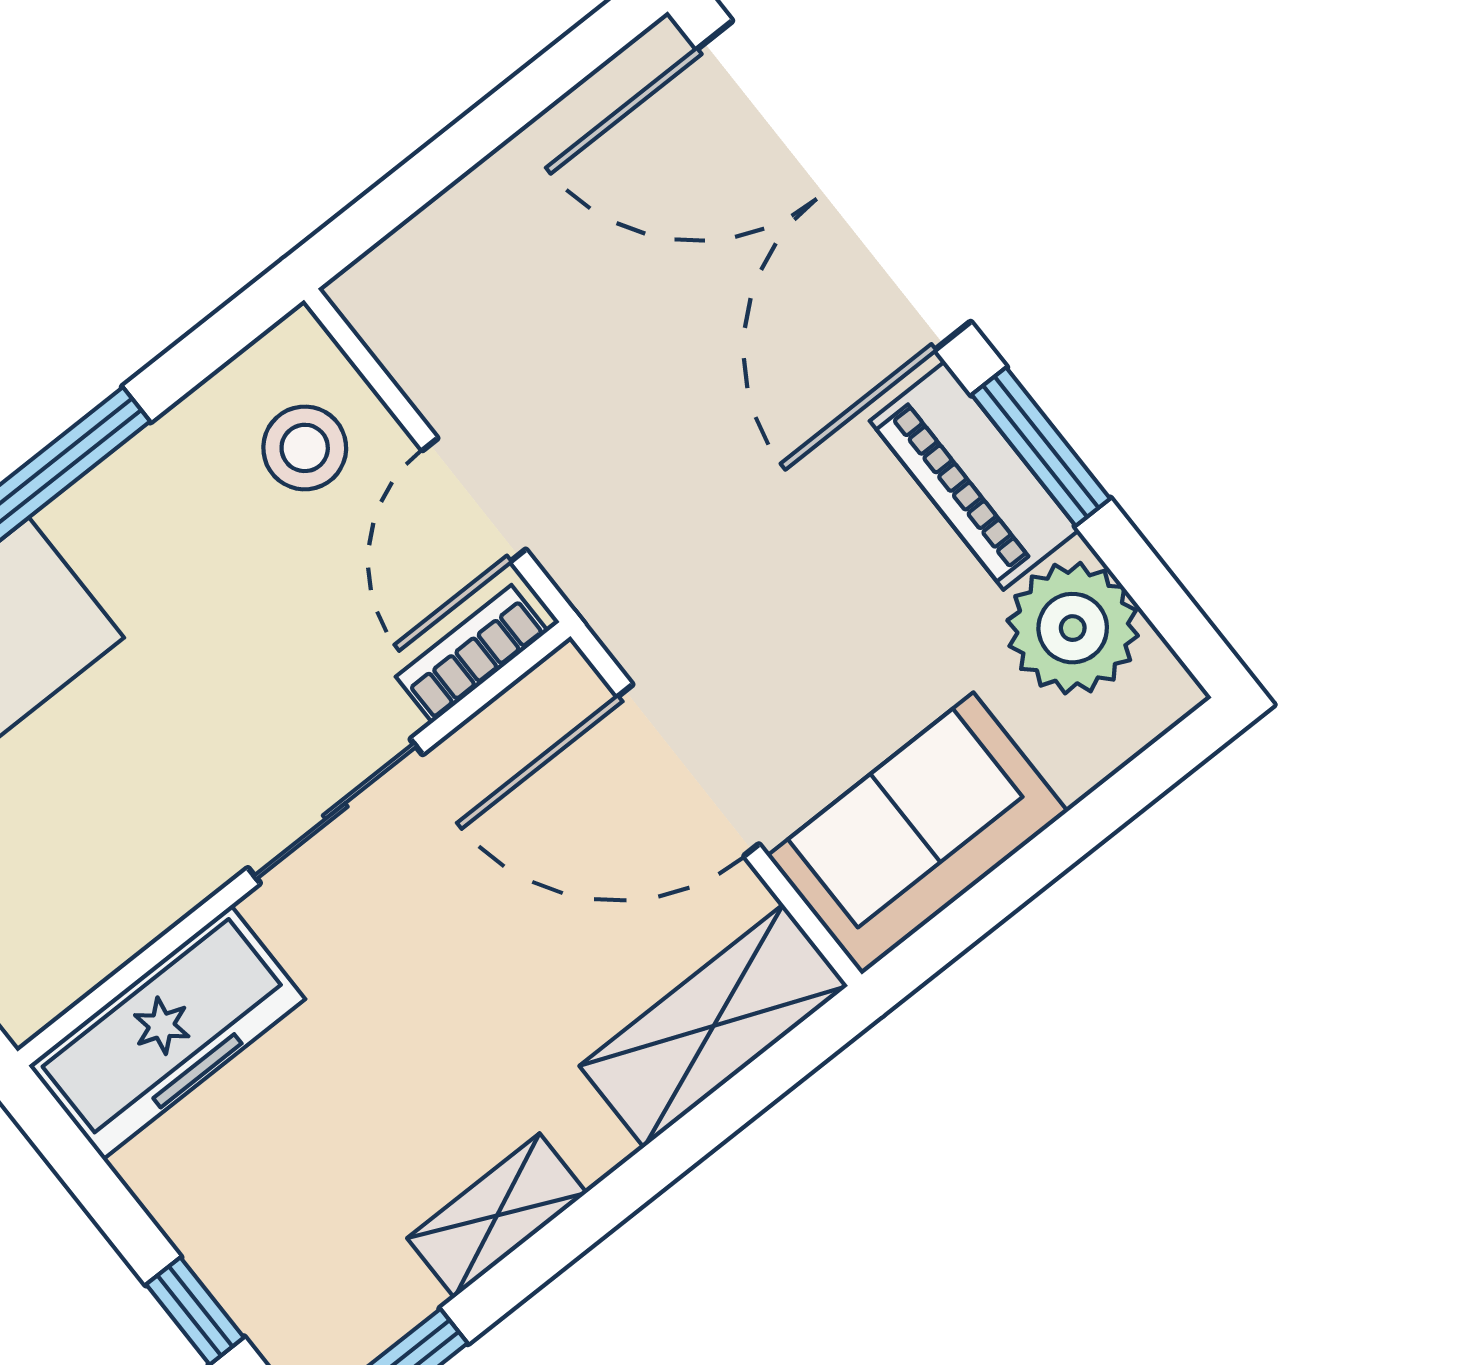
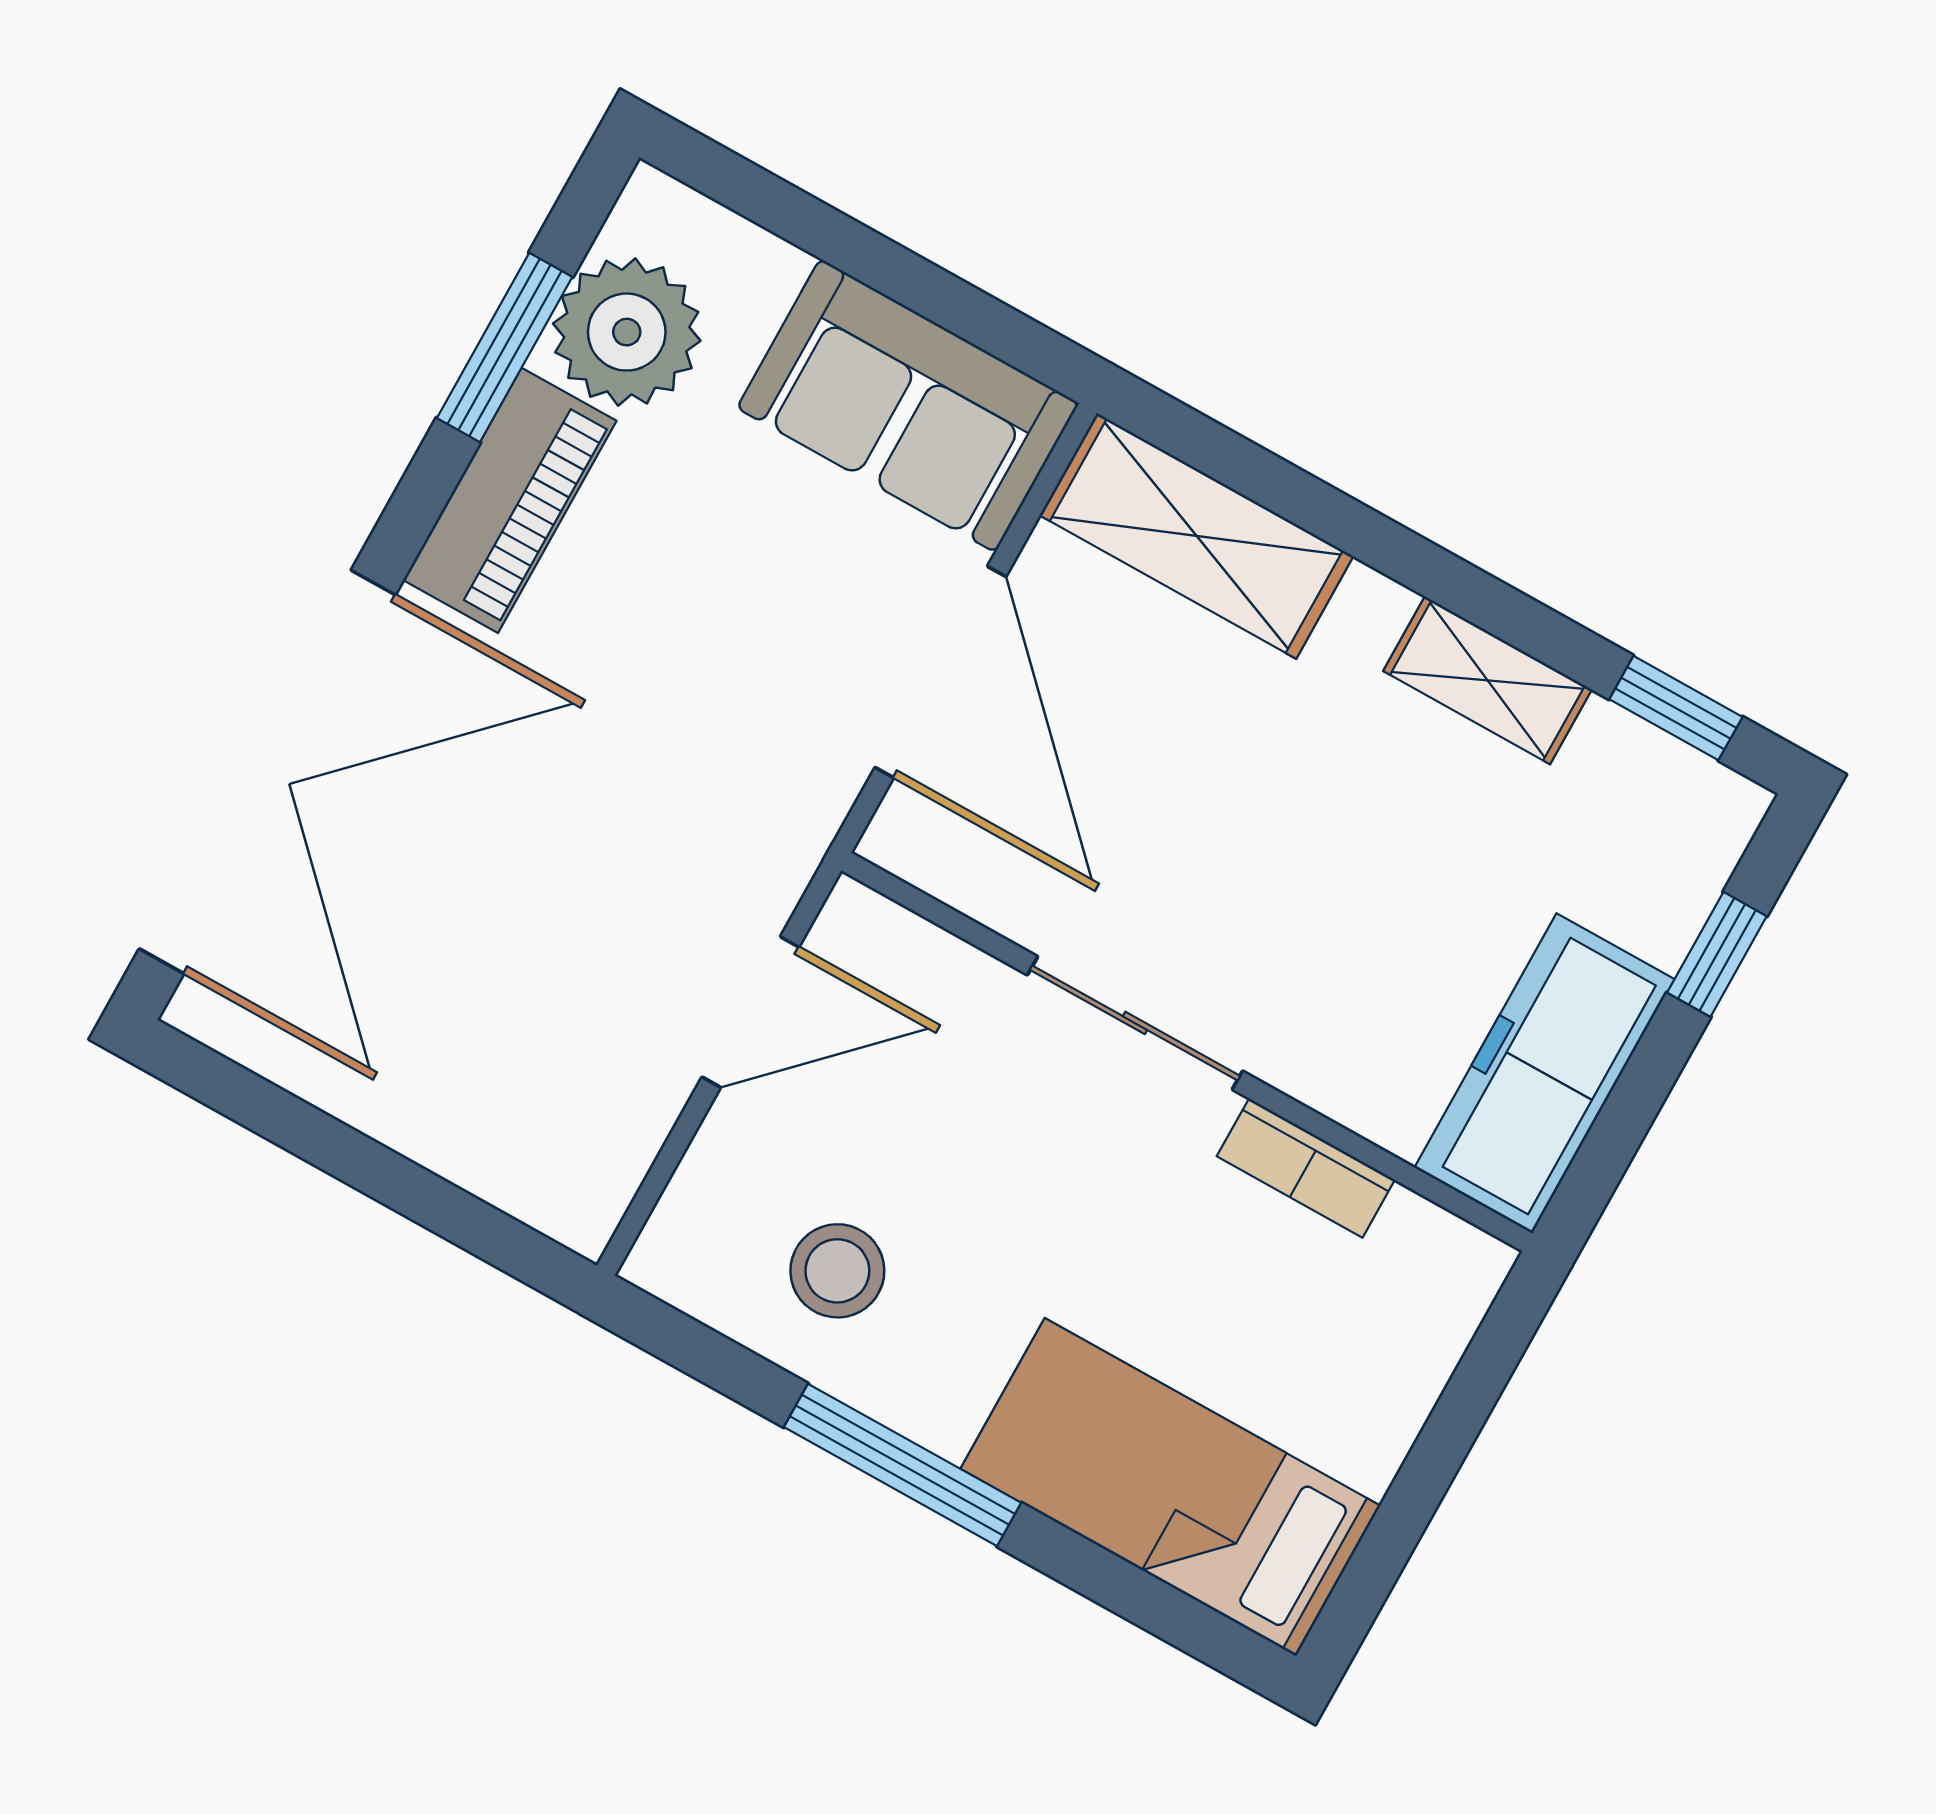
window: (1041, 447) -> (505, 347), moved
stool: (305, 448) -> (837, 1271), moved
bookcase: (472, 654) -> (1306, 1168), moved
freezer: (167, 1032) -> (1545, 1073), moved, turned -90

